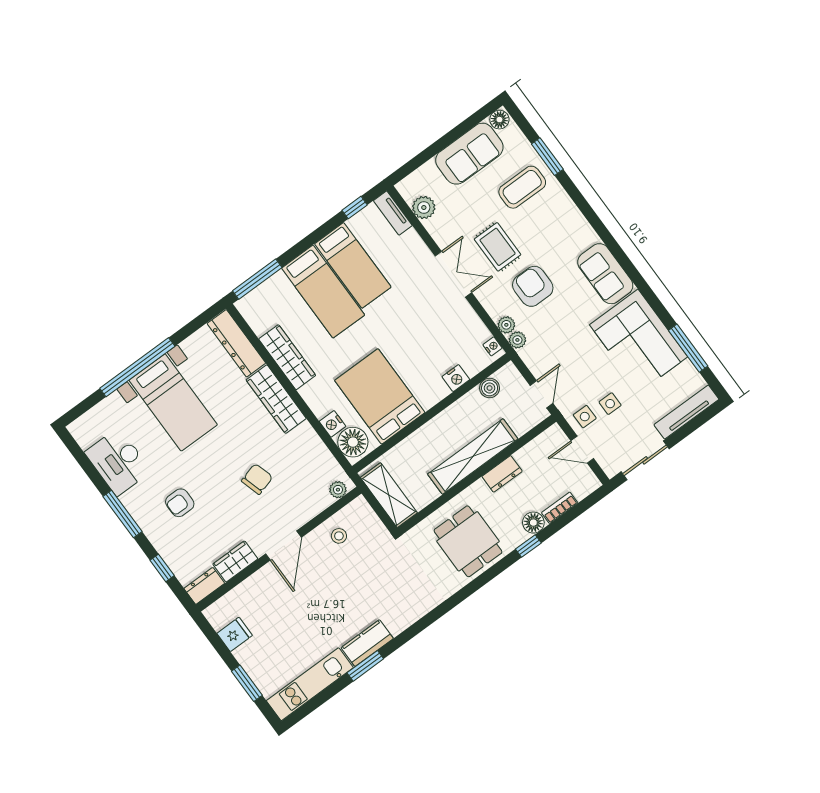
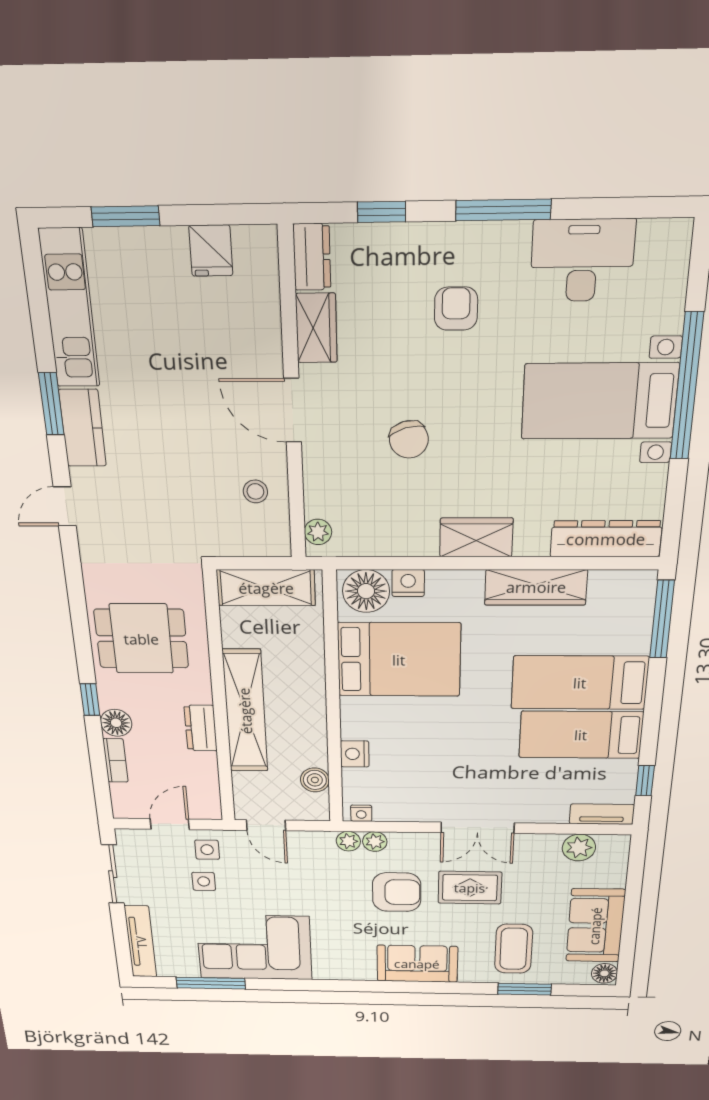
sofa: (605, 274) -> (417, 964), moved
wardrobe: (276, 399) -> (476, 537), width x0.67
door: (418, 627) -> (65, 506), added

